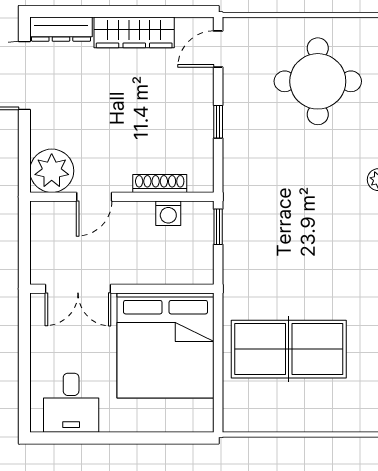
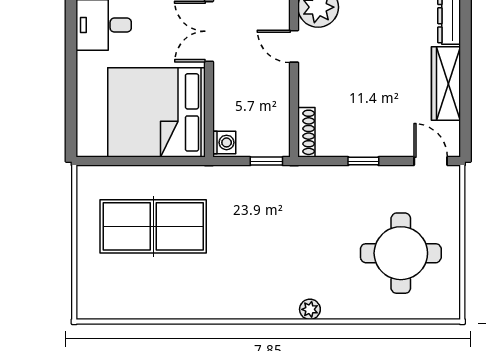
shoe rack: (160, 183) -> (306, 132), moved
washing machine: (168, 213) -> (224, 142), moved, turned 180
table tennis table: (289, 349) -> (153, 226), turned 90

